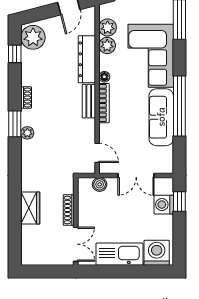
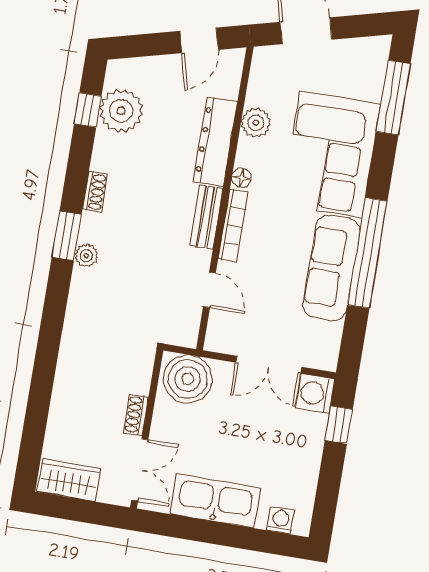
plant: (108, 27) -> (262, 91), removed
plant: (33, 37) -> (121, 111), moved
door: (97, 153) -> (209, 290), moved
boiler: (100, 184) -> (188, 379), width x1.86, depth x1.86
washing machine: (164, 205) -> (315, 393), moved
wardrobe: (30, 208) -> (69, 480), moved, turned -90
shoe rack: (69, 210) -> (136, 415), width x0.70
washing machine: (157, 253) -> (281, 520), width x0.53, depth x0.53

